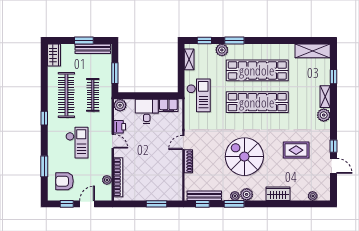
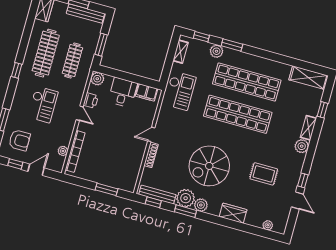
spiral stairs: (244, 157) -> (209, 166), turned -90
armchair: (65, 181) -> (19, 140), turned 180
plant: (235, 196) -> (186, 198), width x1.88, depth x1.88

